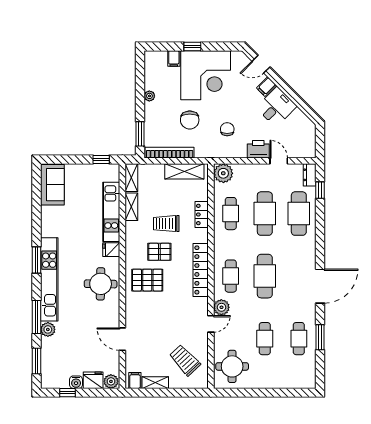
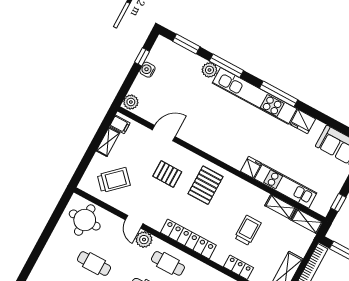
pallet: (159, 252) -> (167, 174), moved, turned 90
window: (36, 260) -> (279, 94), width x1.44
round table: (101, 284) -> (225, 141), removed
fridge: (93, 380) -> (303, 122), moved, turned 90

